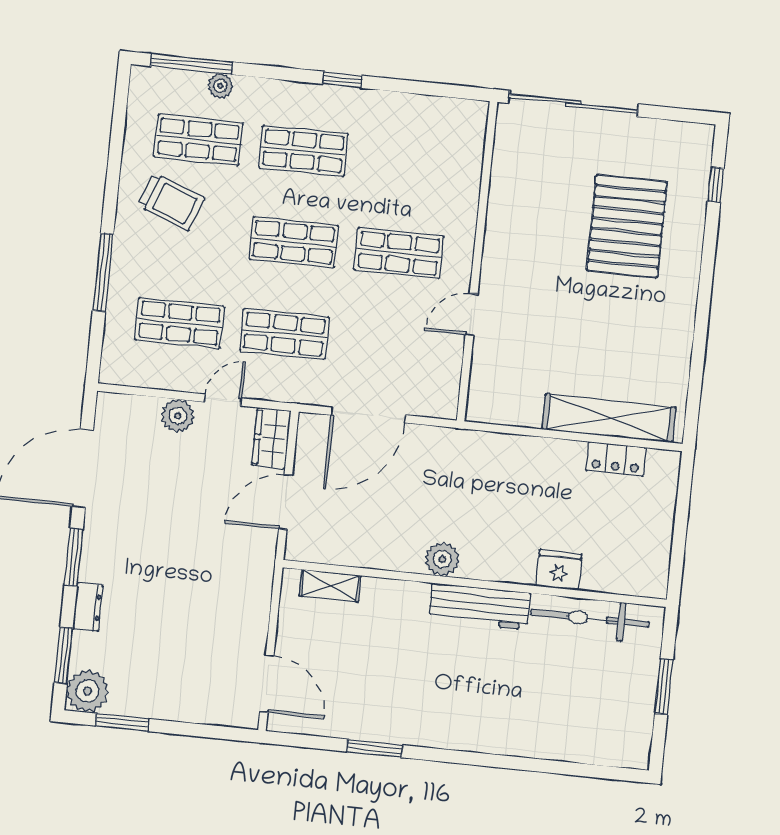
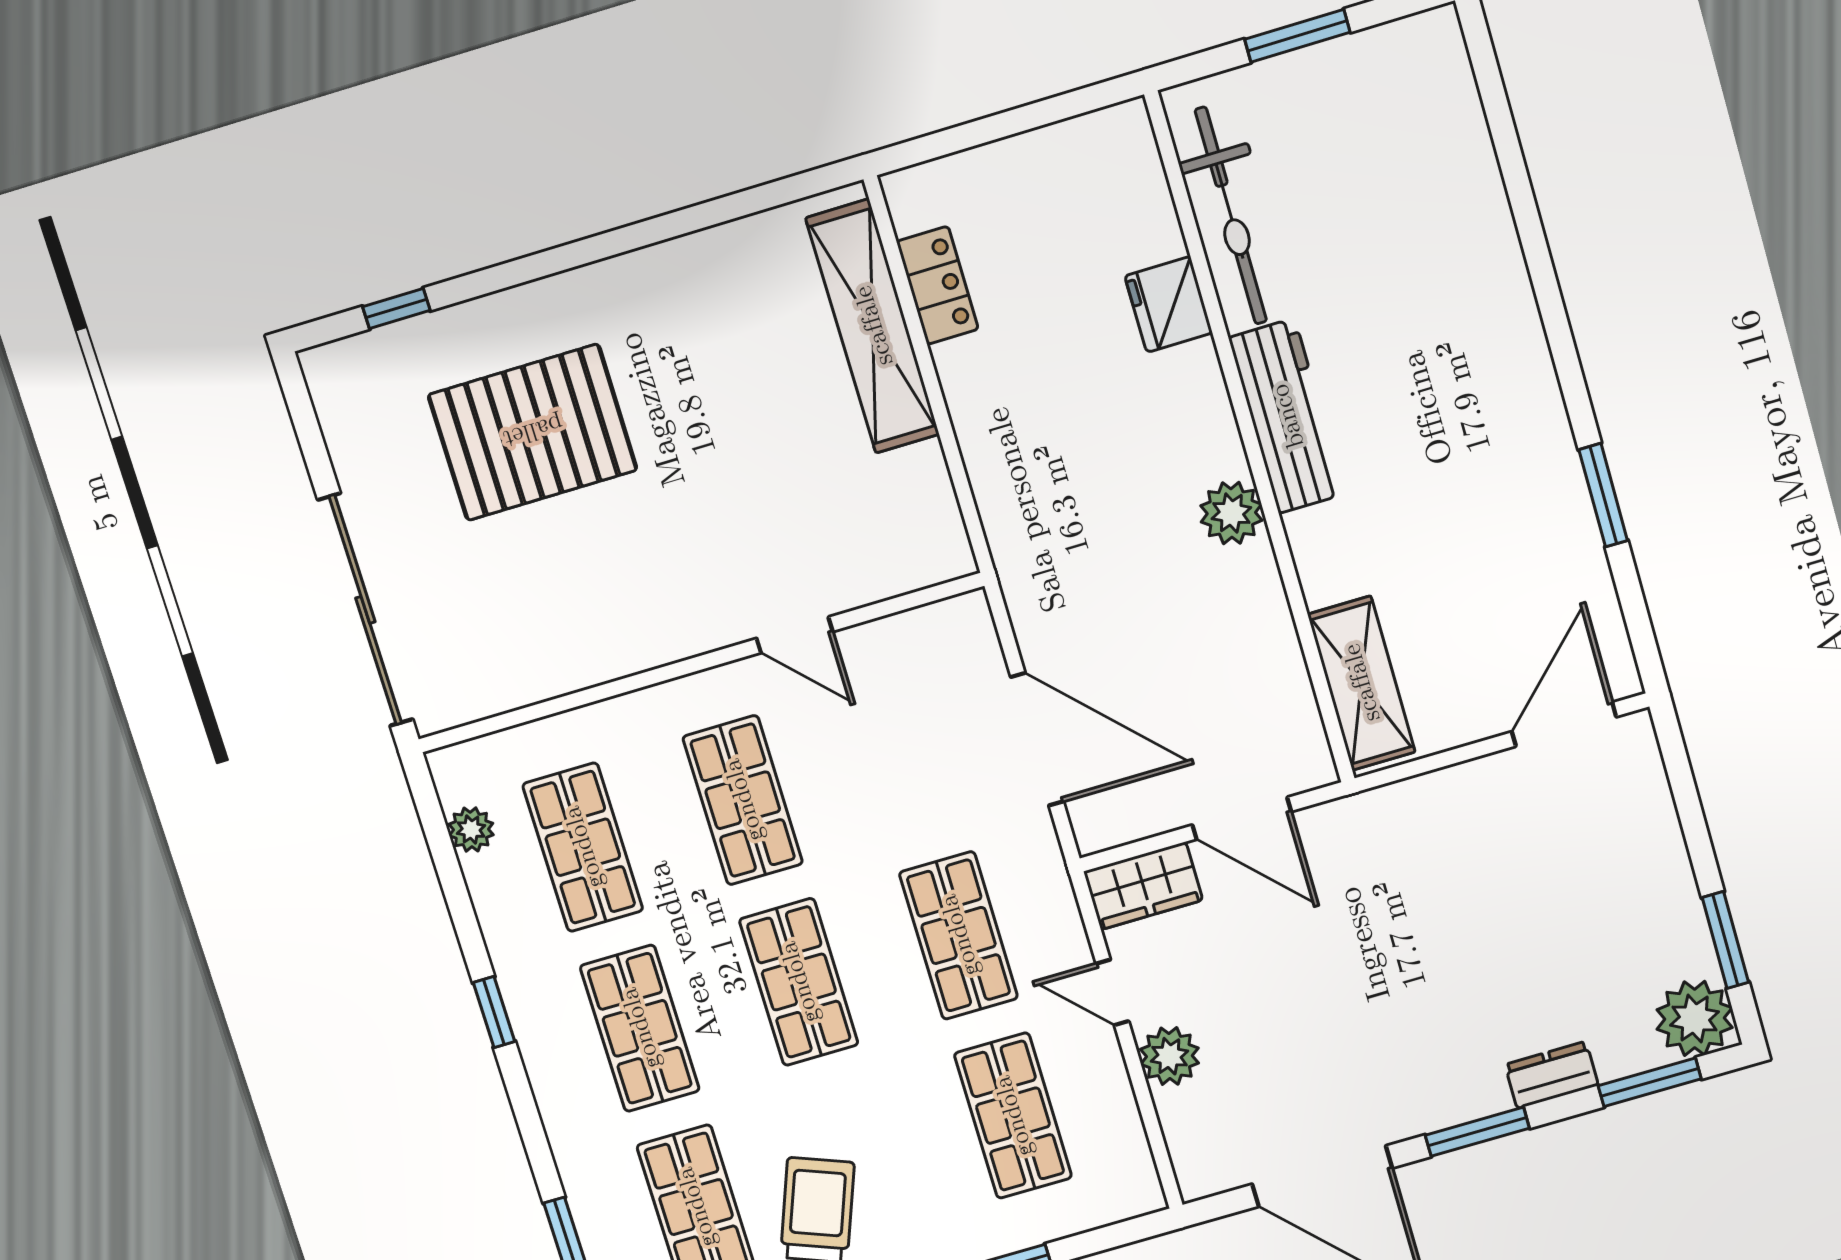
plant: (220, 86) -> (471, 830), moved
shop shelf: (408, 162) -> (583, 847), added
shelving: (330, 586) -> (1361, 683), width x1.50, depth x1.33

